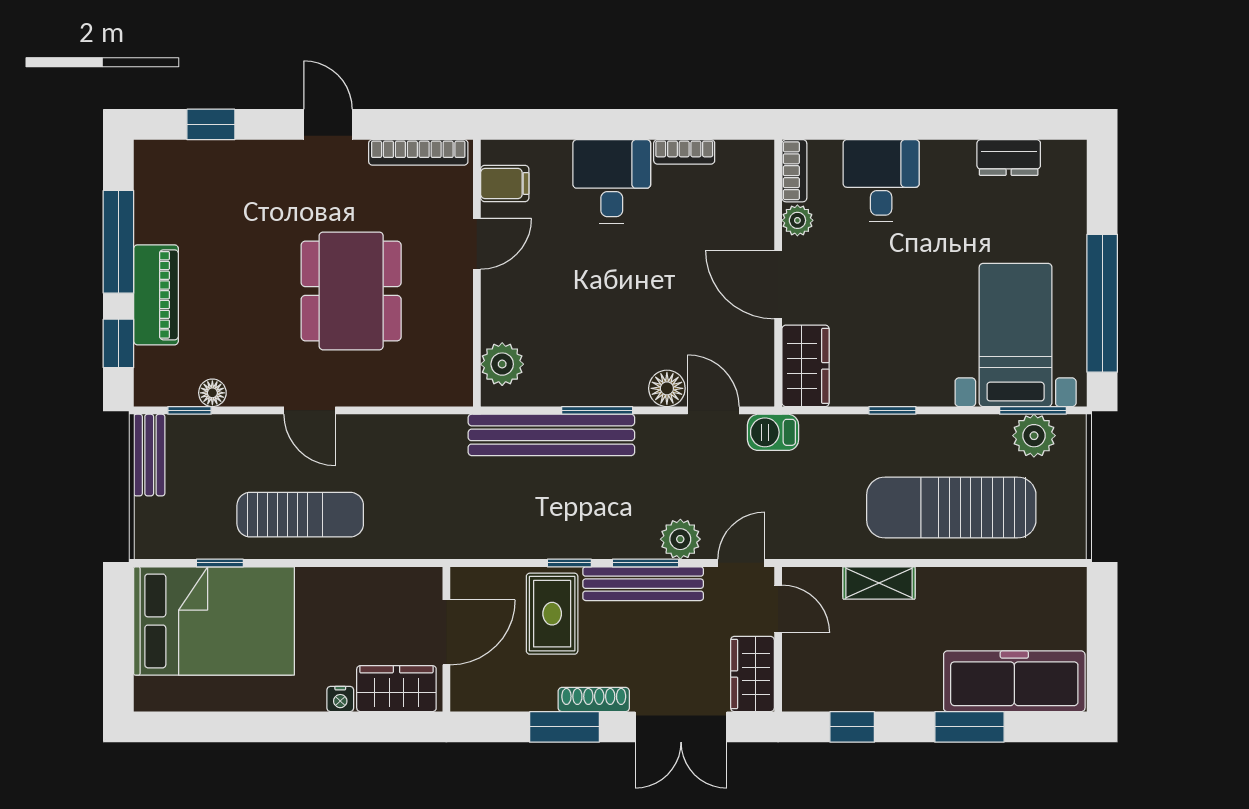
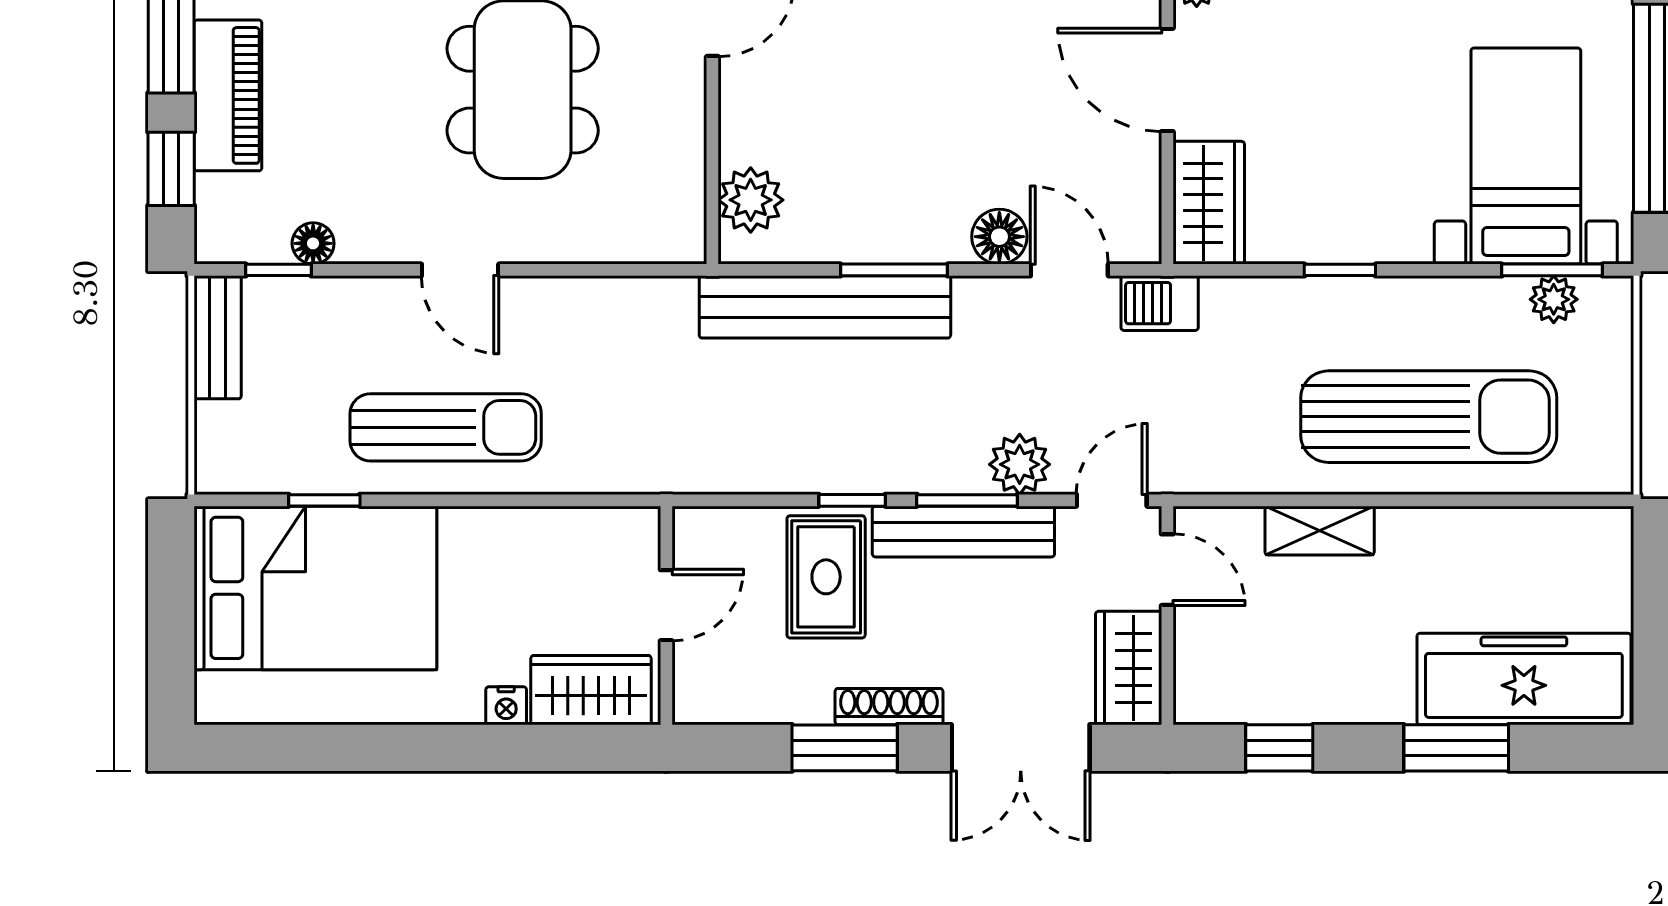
plant: (1034, 436) -> (1554, 299), width x0.73, depth x0.73
sun lounger: (951, 508) -> (1429, 417), turned 180
door: (446, 632) -> (666, 605), width x0.73

